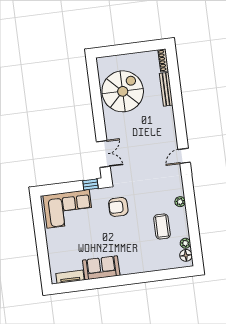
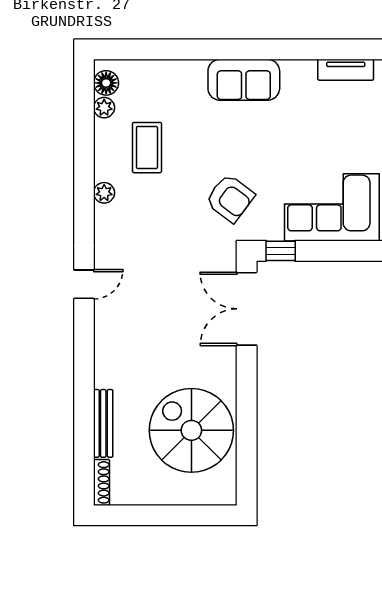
spiral stairs: (123, 91) -> (191, 430), turned 90
double door: (103, 154) -> (247, 309), width x1.37
armchair: (118, 207) -> (230, 198), turned 37
sofa: (101, 268) -> (244, 80), moved

